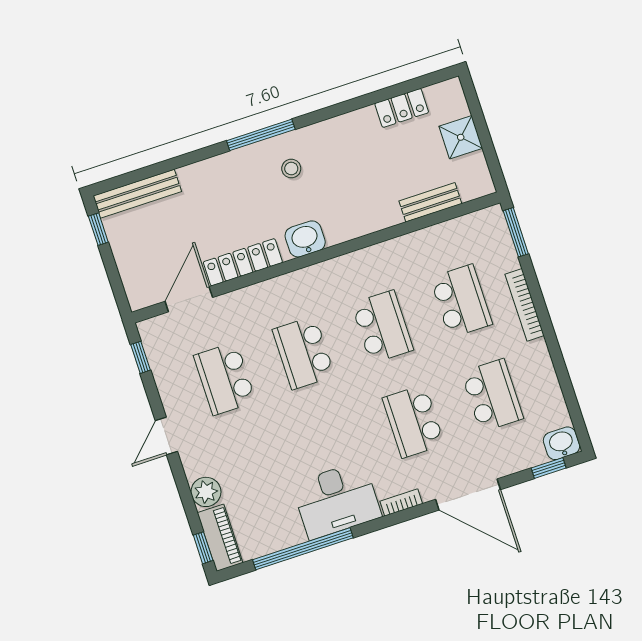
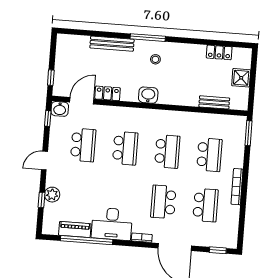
bench: (137, 194) -> (112, 44), moved
window: (98, 229) -> (51, 78), moved
locker: (243, 262) -> (108, 93), width x0.66
bookcase: (525, 305) -> (237, 187), moved
school desk: (304, 353) -> (125, 148), turned 180
school desk: (225, 379) -> (83, 145), turned 180
washbasin: (561, 443) -> (60, 109), moved, turned 180
piano: (220, 538) -> (75, 229), moved, turned -90
window: (203, 548) -> (41, 200), moved

